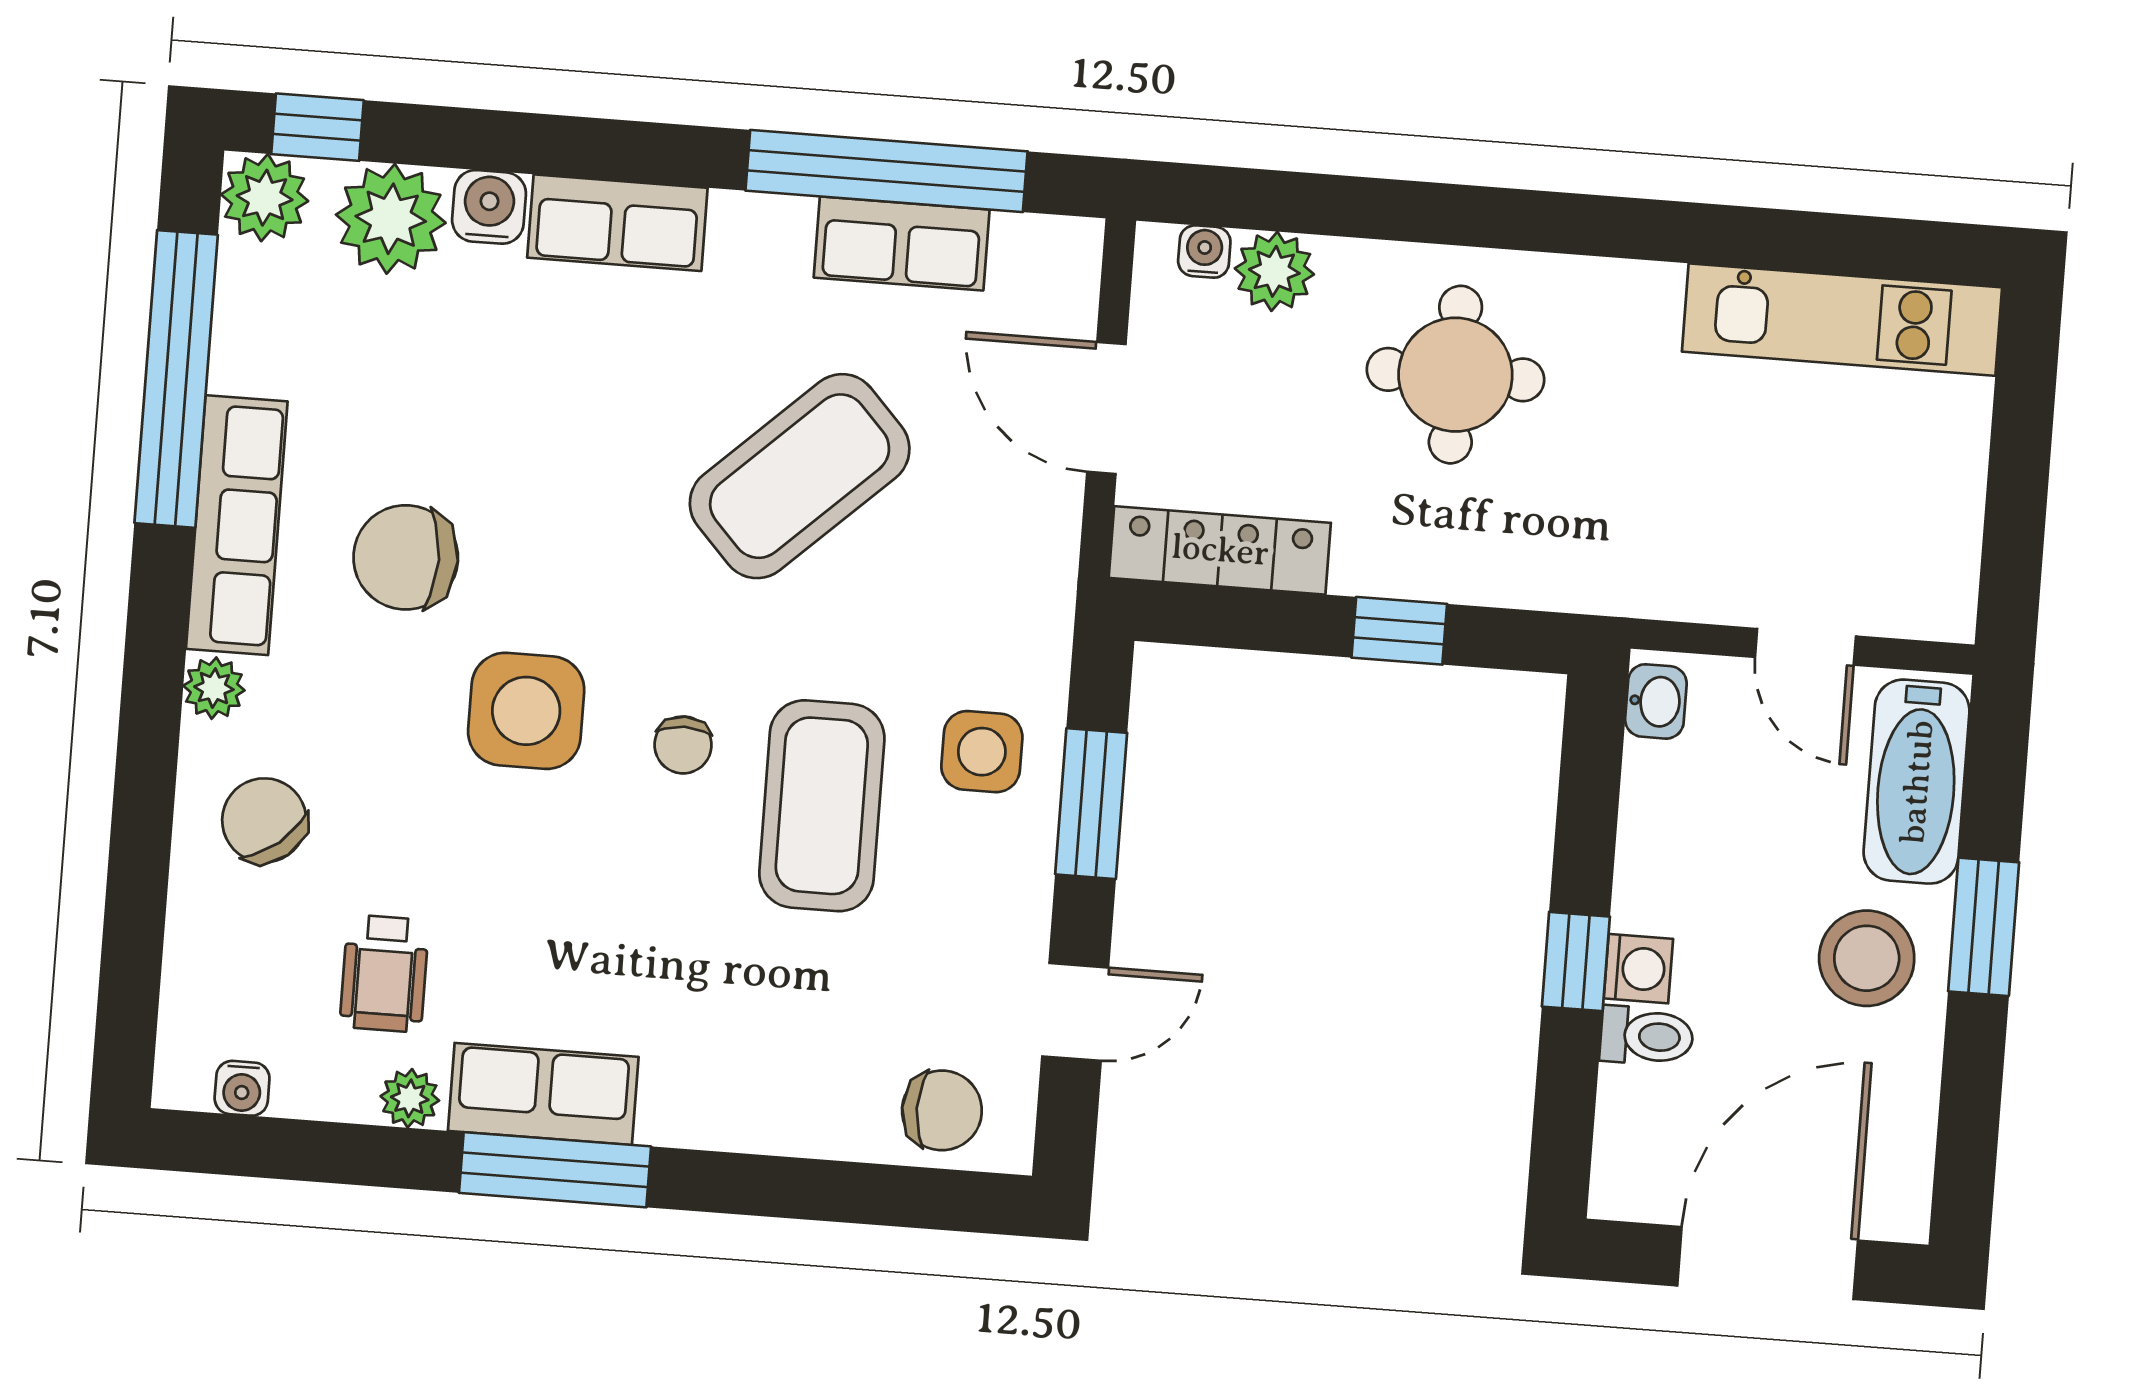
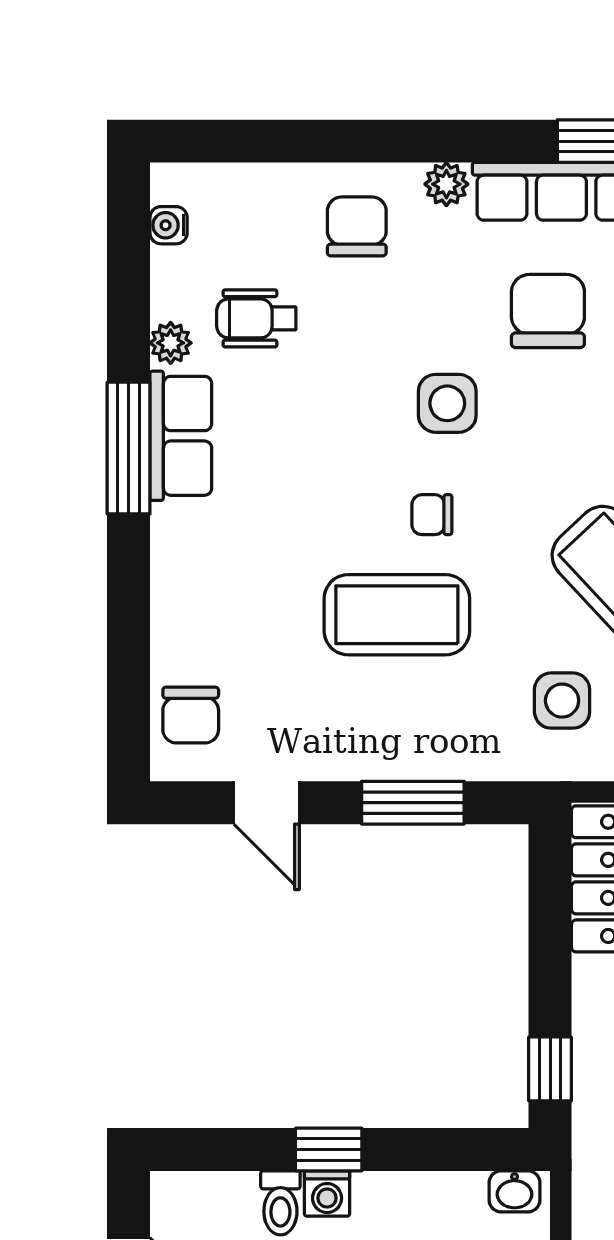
window: (1399, 631) -> (550, 1069), moved
side table: (526, 711) -> (447, 403), width x0.73, depth x0.73
side table: (982, 752) -> (562, 701), moved
chair: (264, 820) -> (357, 226), turned -51

